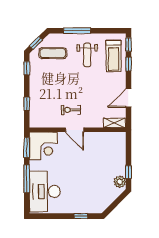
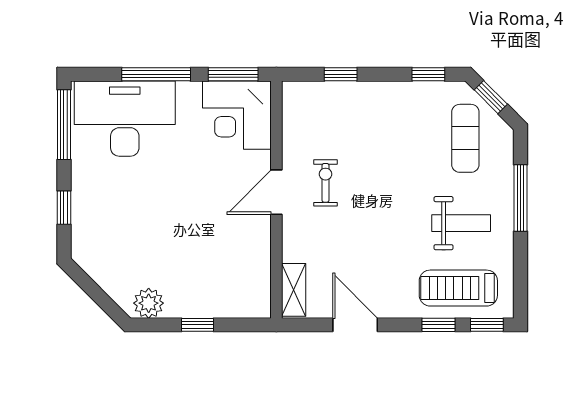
weight bench: (87, 55) -> (461, 223), turned 180
window: (129, 172) -> (197, 325), moved
window: (47, 216) -> (64, 125), added

